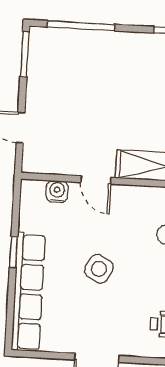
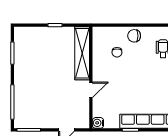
water cooler: (57, 191) -> (98, 123), moved
side table: (99, 269) -> (136, 86), removed

